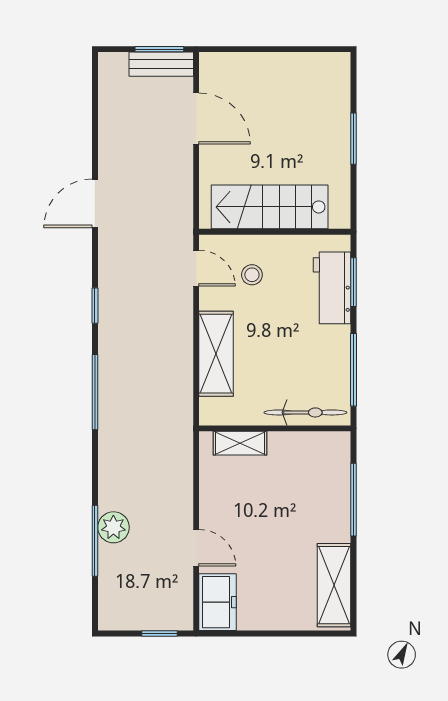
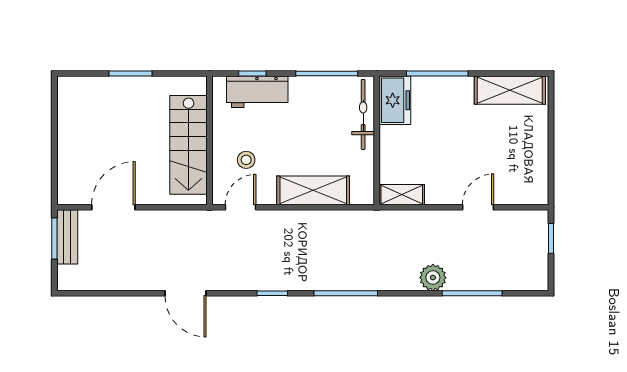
window: (354, 282) -> (252, 74), width x0.67
shelving: (240, 443) -> (402, 195), moved, turned 90
plant: (113, 527) -> (433, 278), moved
freezer: (218, 602) -> (395, 100), moved, turned 90

